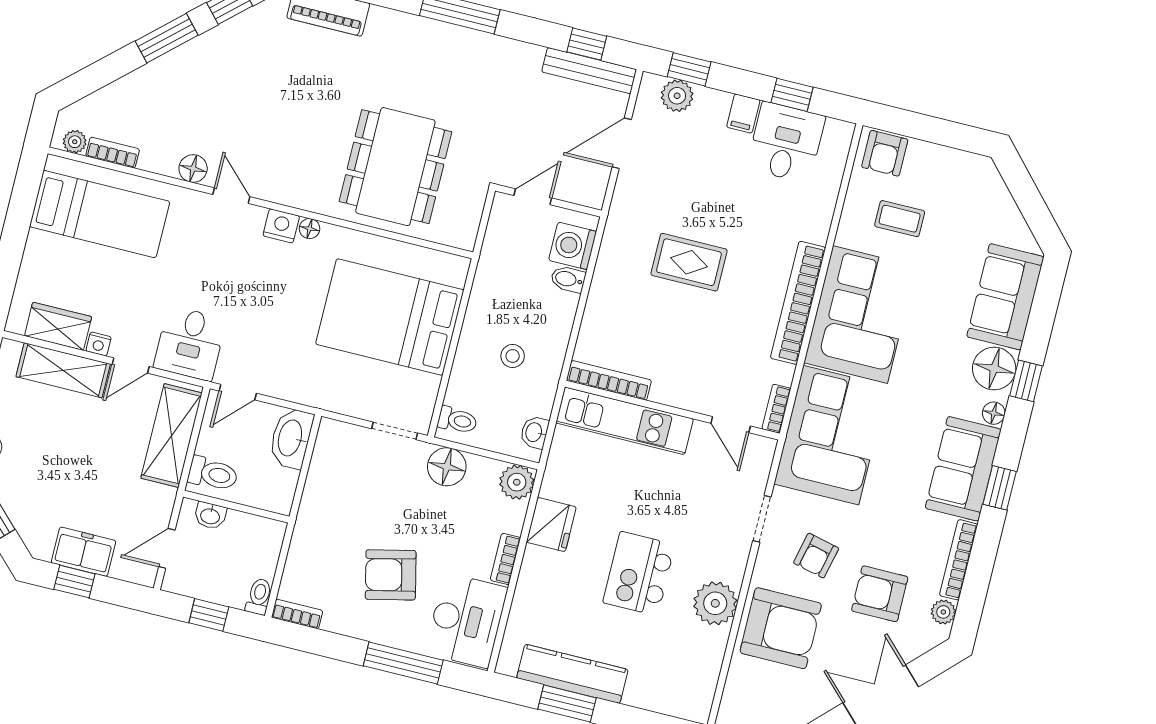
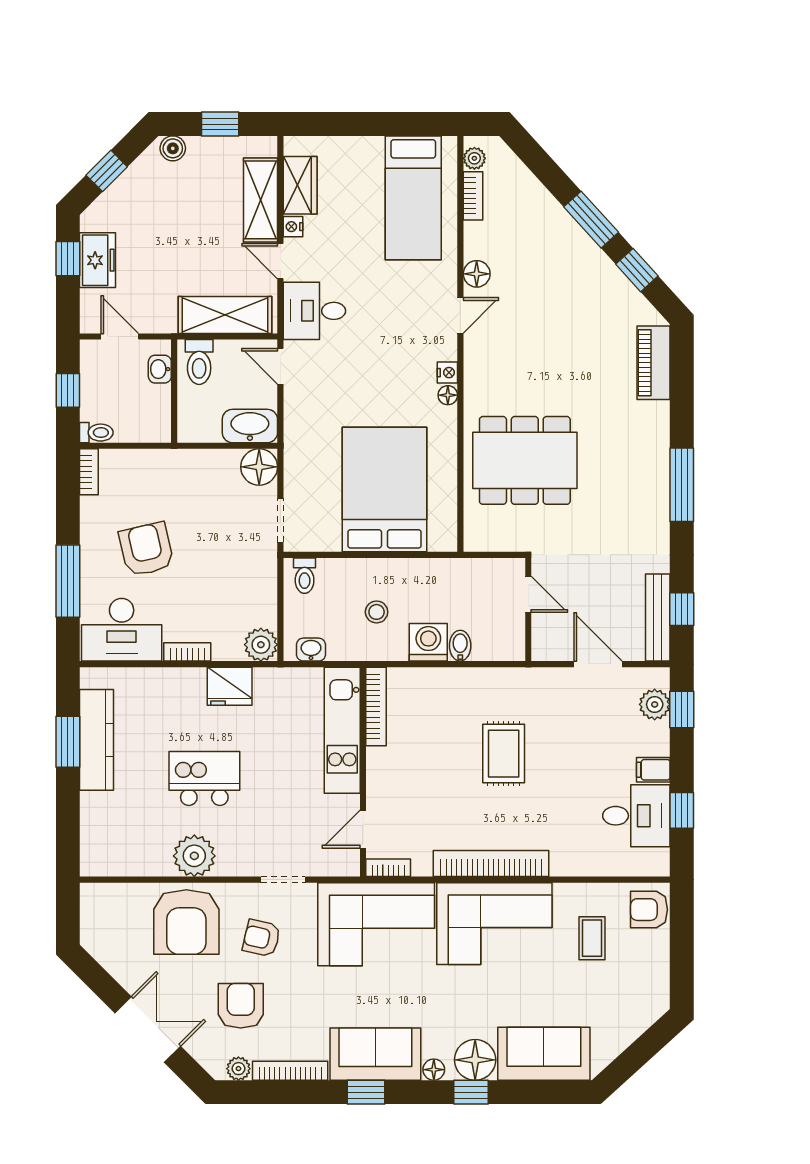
nightstand: (281, 226) -> (447, 373), width x0.72, depth x0.74
washing machine: (573, 246) -> (428, 642), moved
floor lamp: (447, 467) -> (259, 467), moved

